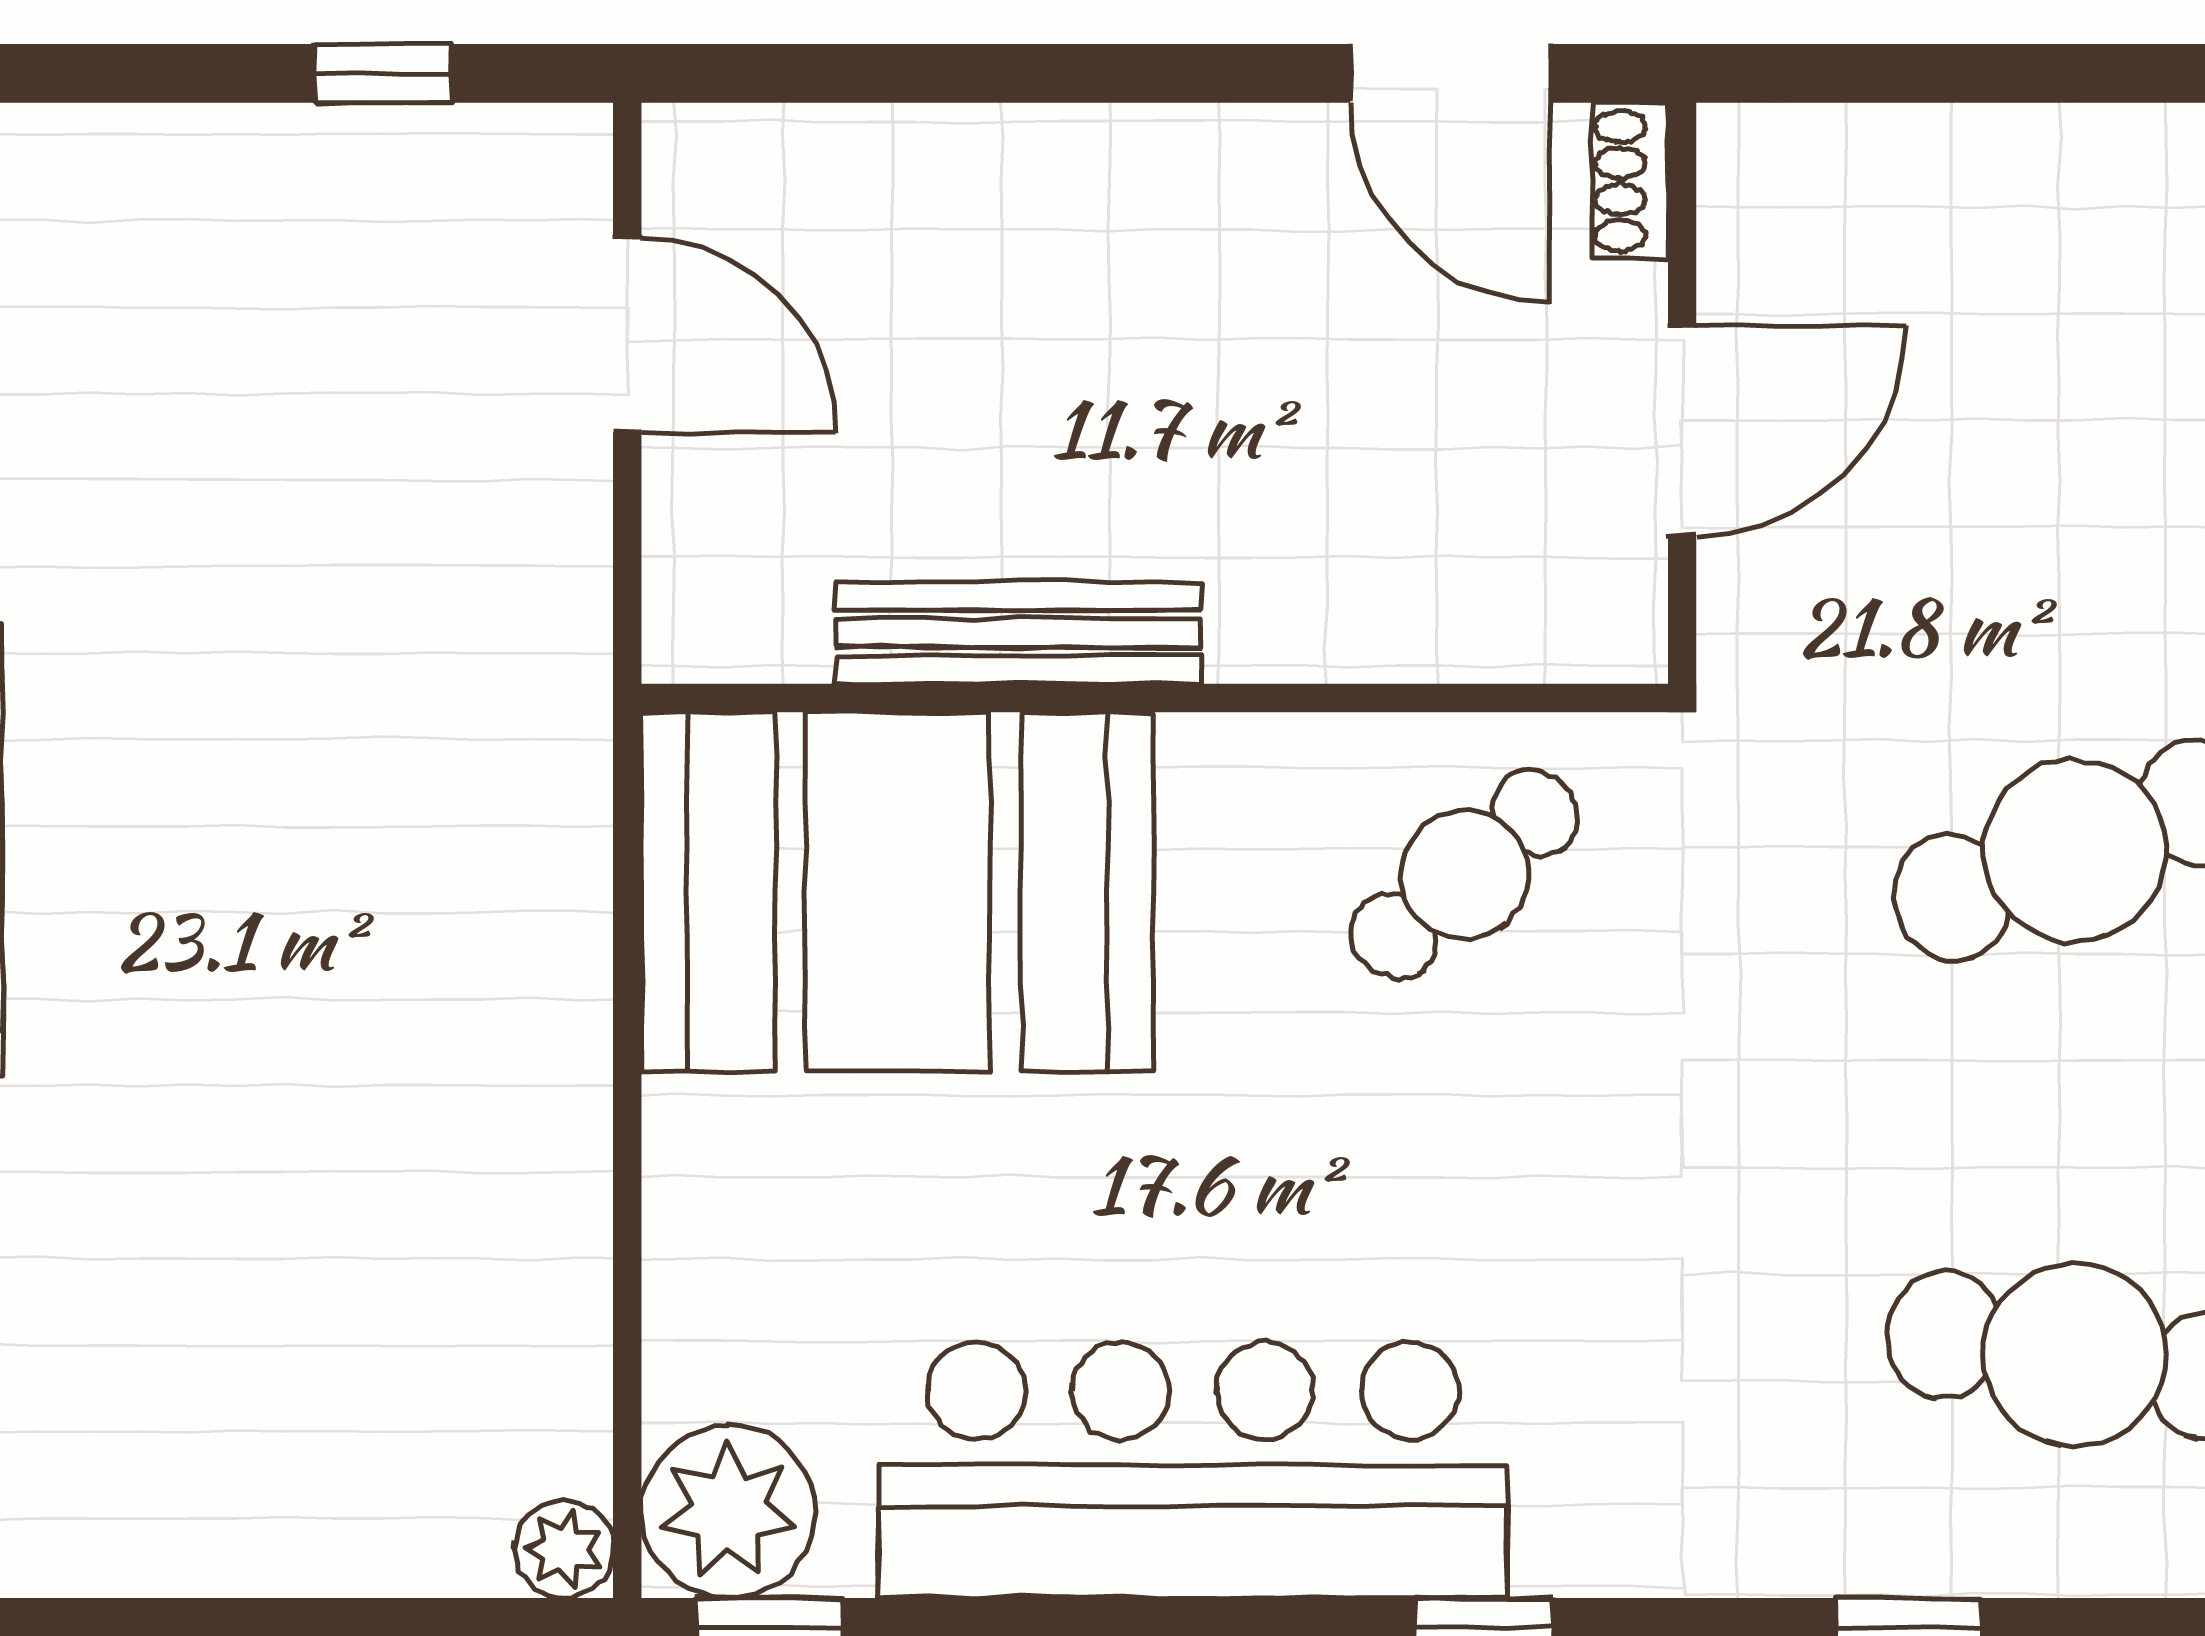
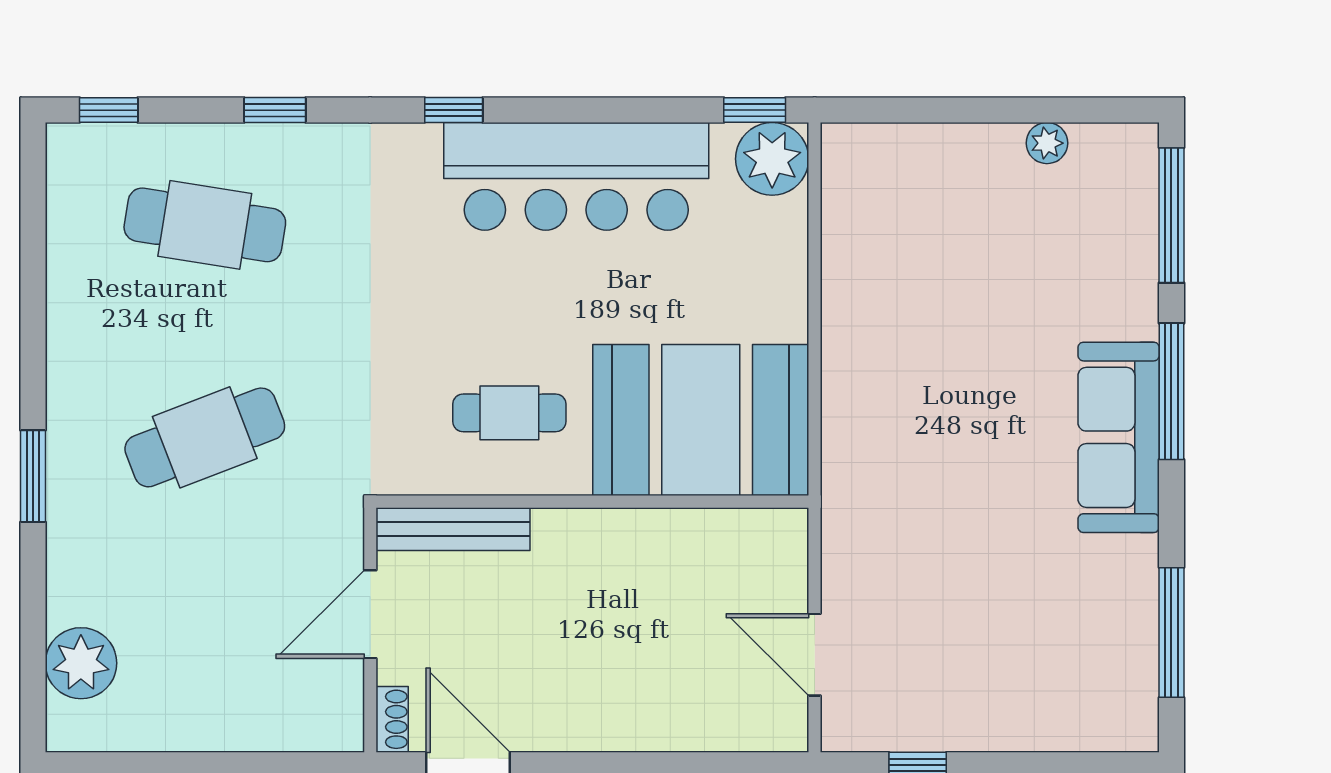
bench: (1019, 633) -> (453, 529), moved
cafe table: (1464, 875) -> (509, 413), moved, turned 41
plant: (564, 1549) -> (1047, 143), moved

